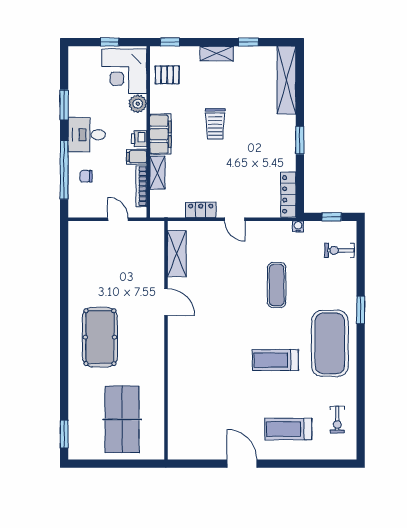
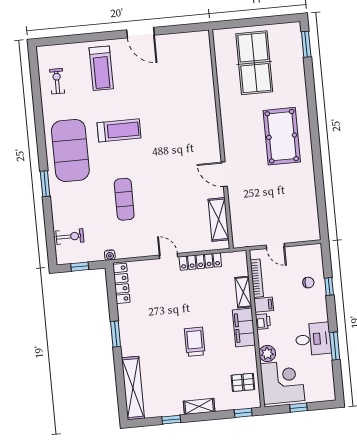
desk: (87, 135) -> (313, 339), moved
window: (64, 170) -> (329, 287), width x0.32
locker: (201, 210) -> (200, 262), width x1.53
treadmill: (288, 429) -> (101, 68), turned 90

